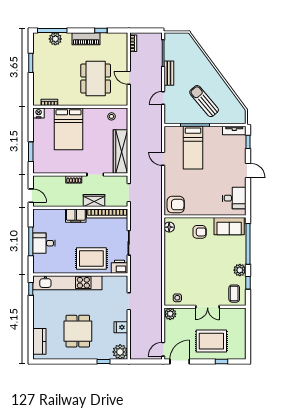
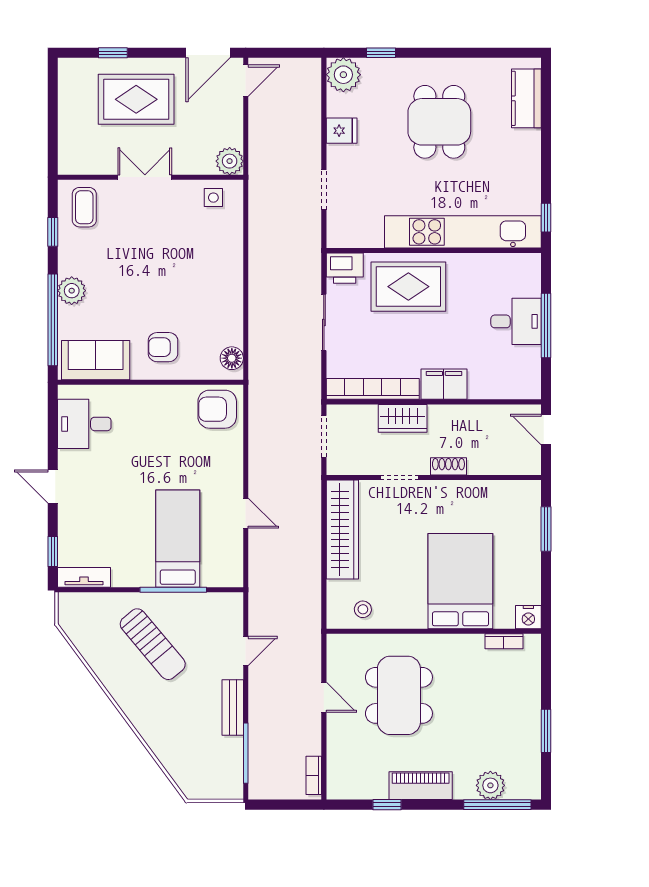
plant: (240, 270) -> (72, 291), moved

